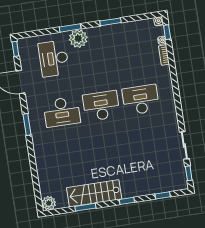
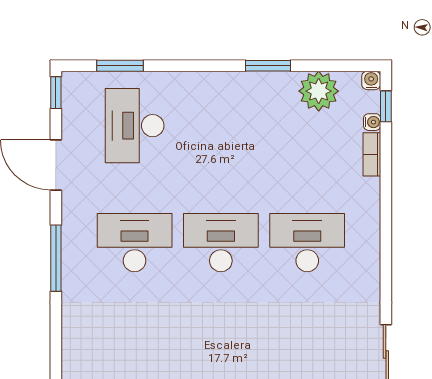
window: (70, 28) -> (120, 66), moved
plant: (78, 39) -> (319, 91), moved
desk: (62, 112) -> (135, 243), turned 180
window: (27, 124) -> (56, 258), width x1.44

